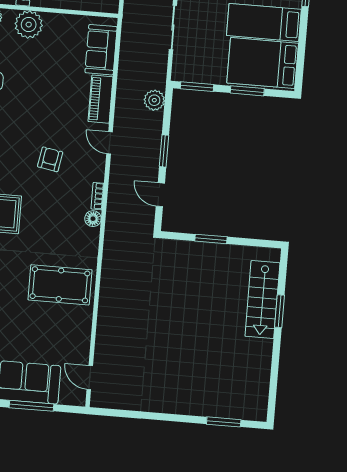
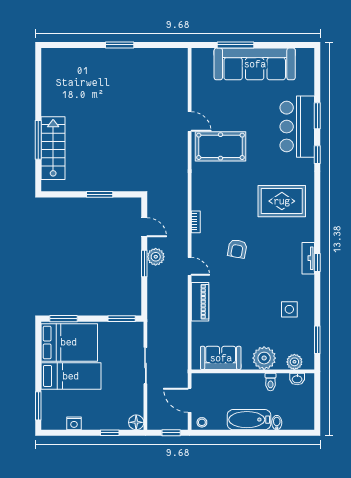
sofa: (101, 50) -> (221, 358), moved, turned -90
window: (247, 91) -> (63, 319), moved
plant: (154, 100) -> (156, 257), moved
floor lamp: (93, 219) -> (198, 203), removed
window: (280, 311) -> (38, 140), width x1.44
door: (90, 378) -> (190, 122), moved
window: (224, 422) -> (120, 45), moved

